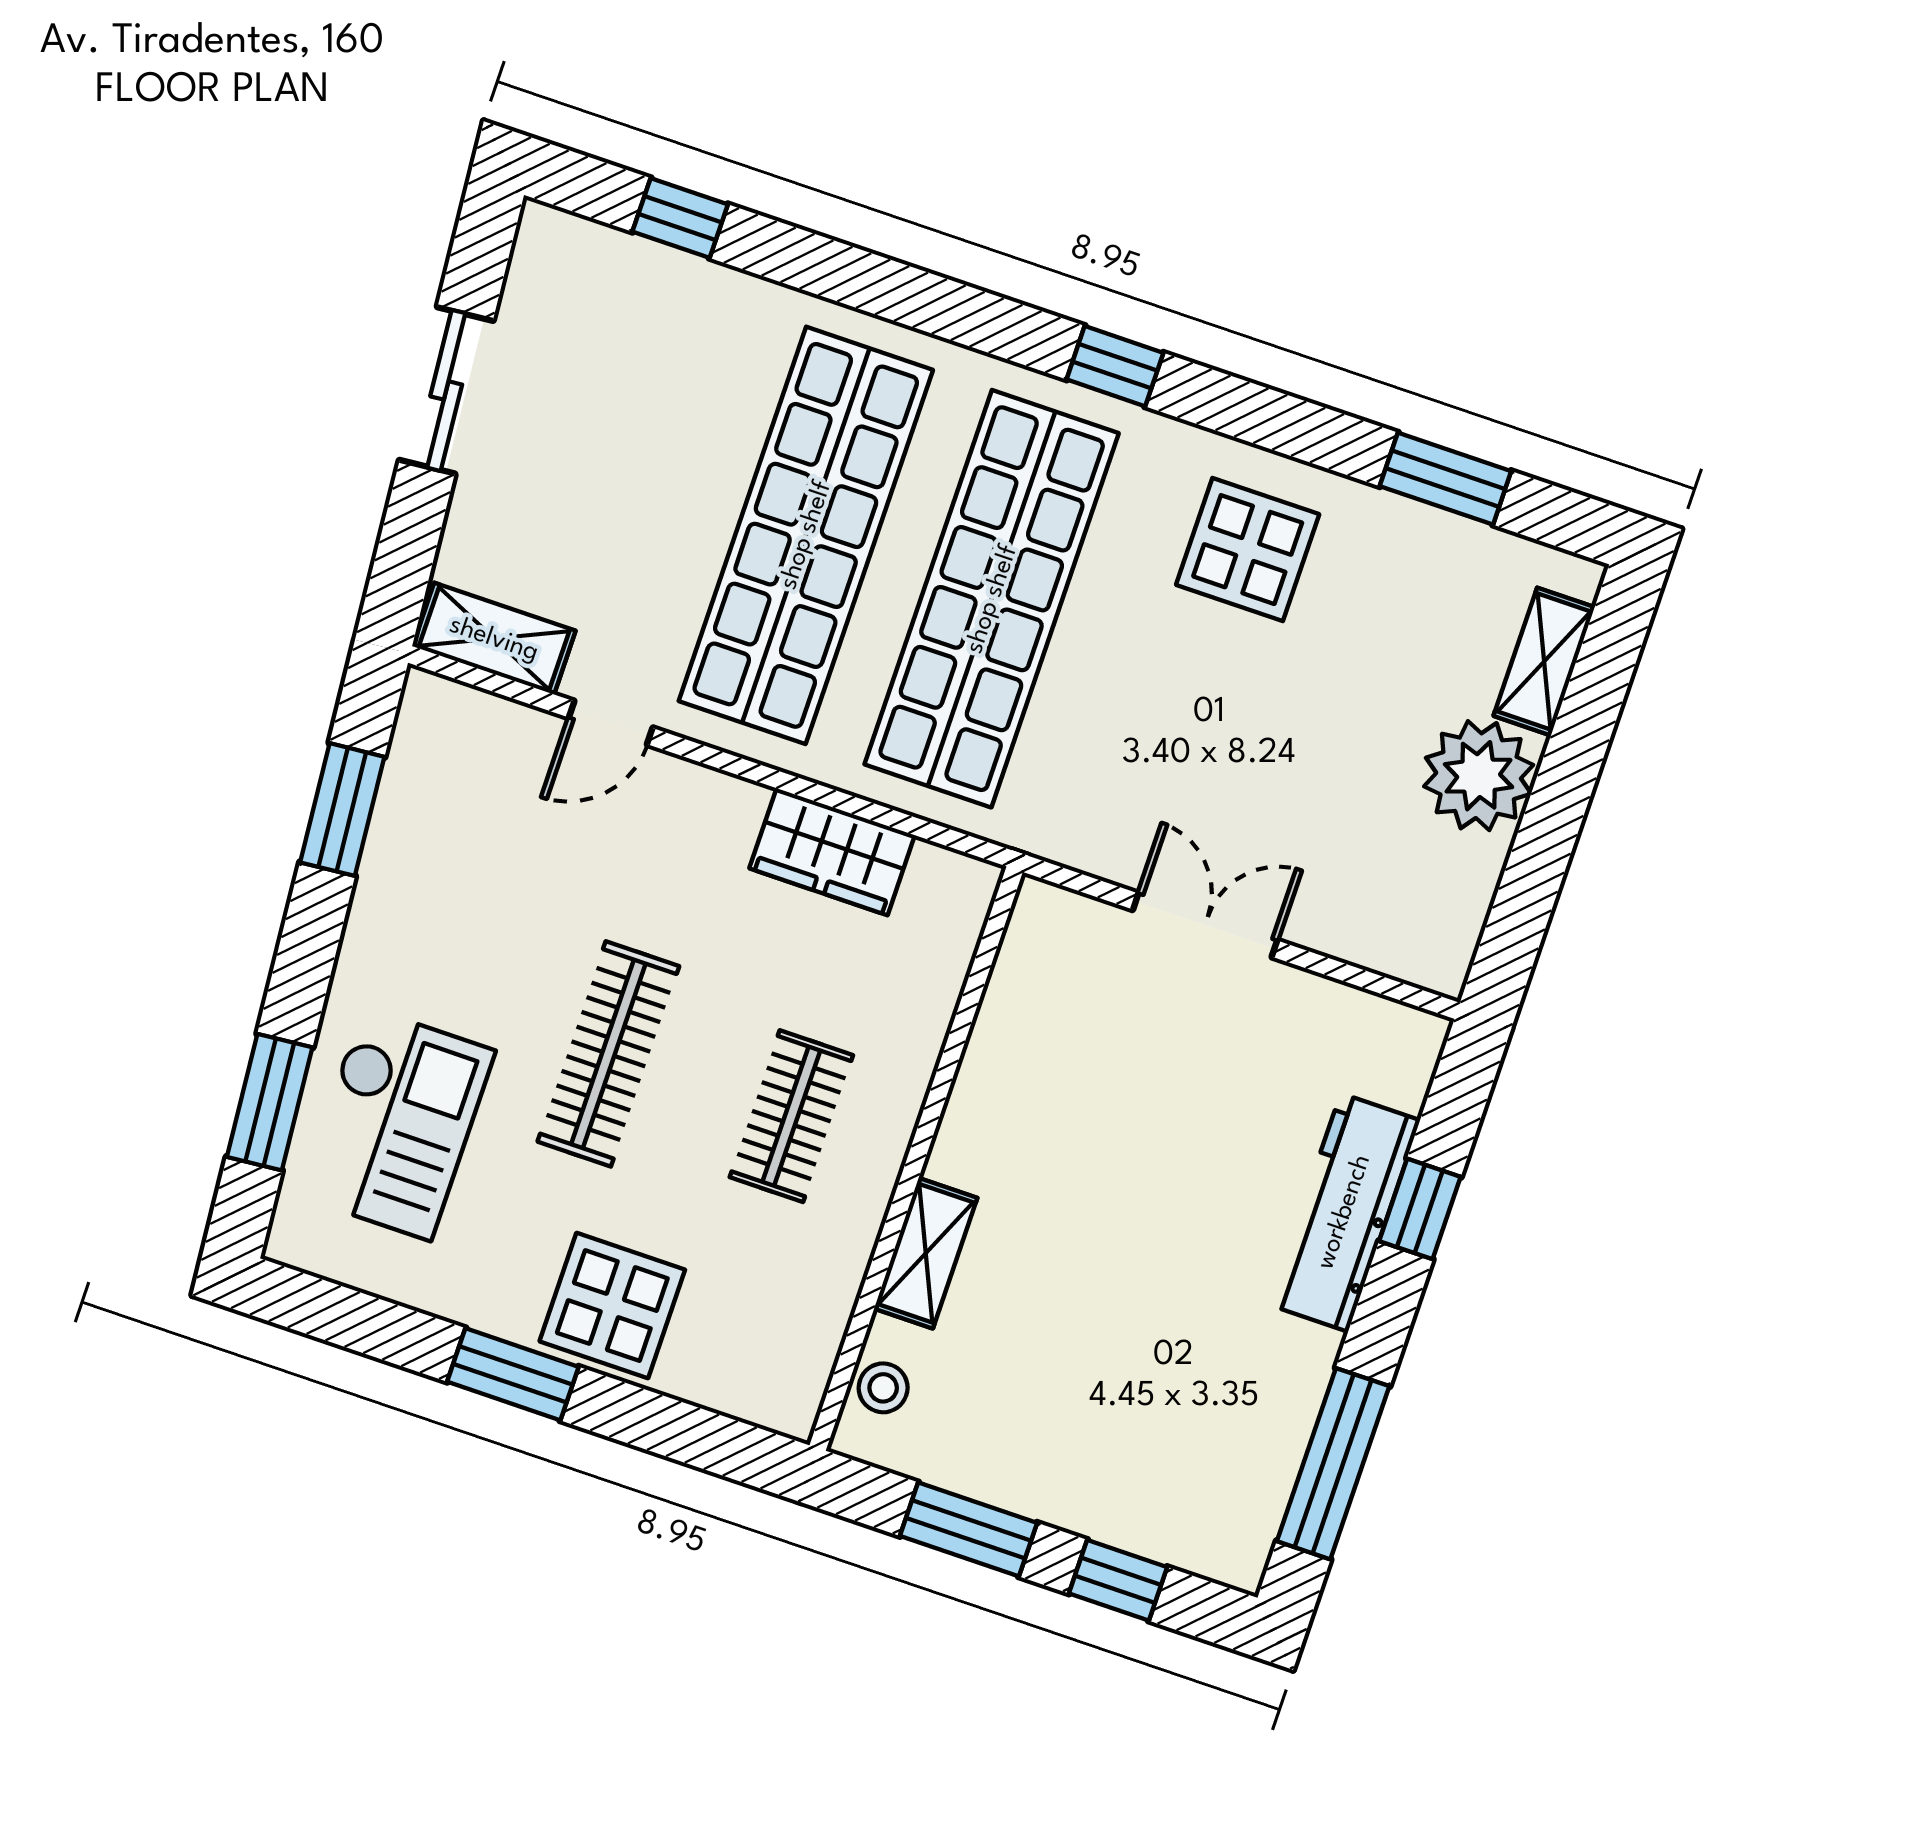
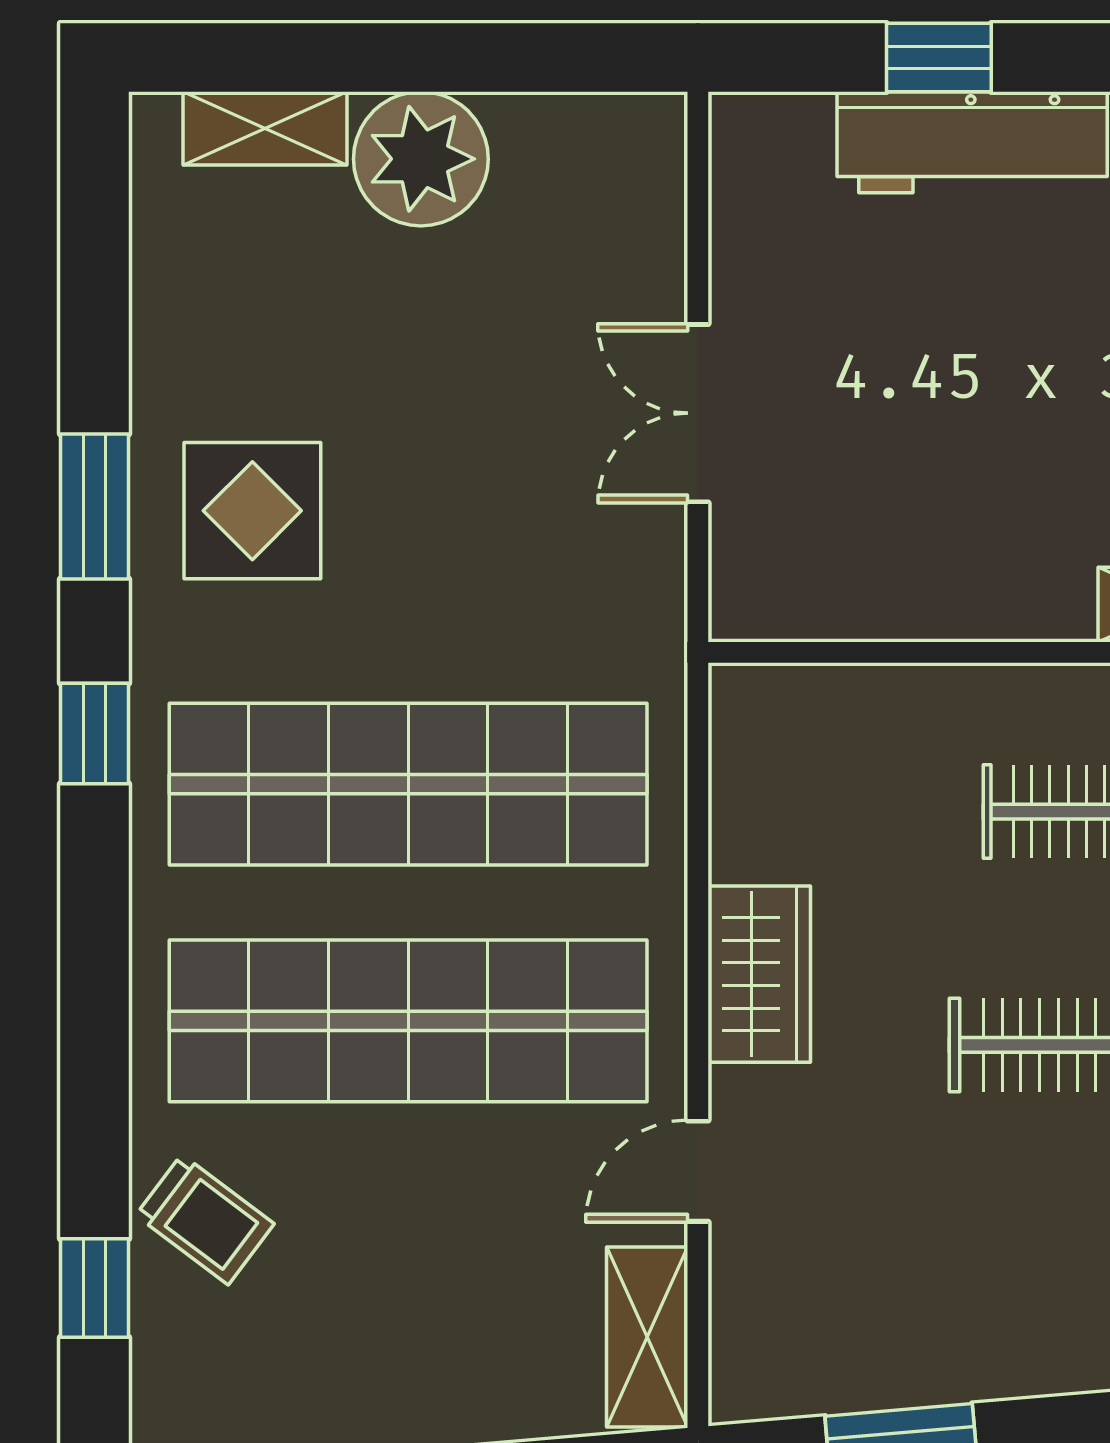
trolley: (704, 323) -> (205, 1219), added
window: (1445, 479) -> (94, 506), moved
door: (611, 723) -> (698, 1171), swing flipped
wardrobe: (832, 852) -> (759, 974), moved

